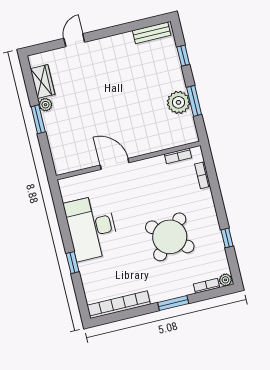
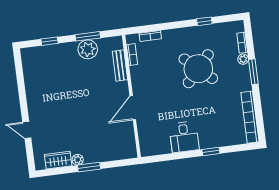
bench: (152, 33) -> (120, 65), moved
desk: (92, 228) -> (184, 137), width x0.53, depth x0.77
plant: (225, 280) -> (243, 59), moved

